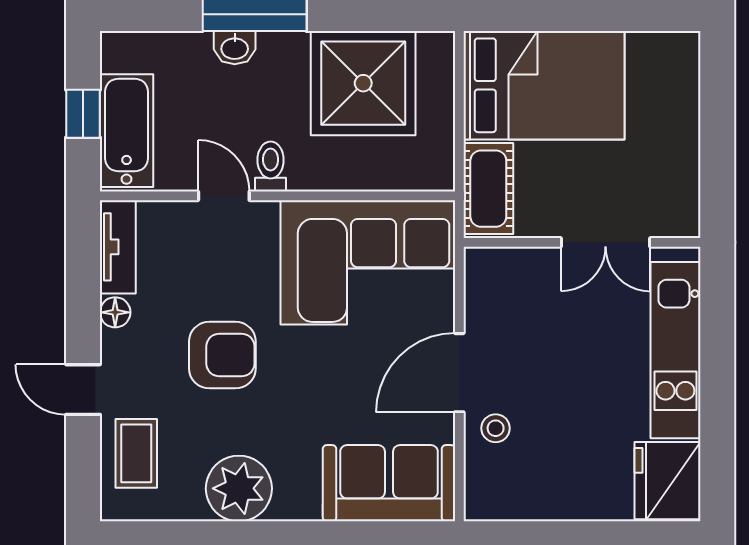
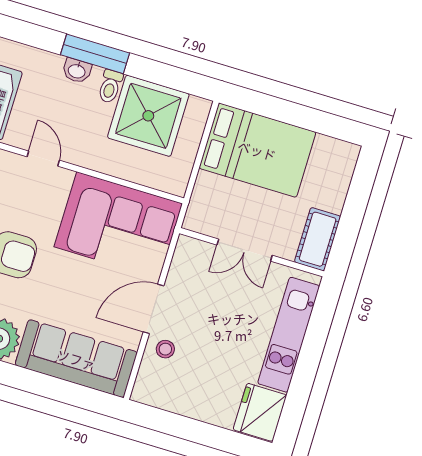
toilet: (271, 167) -> (110, 86), moved, turned 180
cot: (488, 189) -> (318, 239), moved
double door: (605, 242) -> (245, 250), moved
sofa: (389, 483) -> (76, 359), width x1.36

